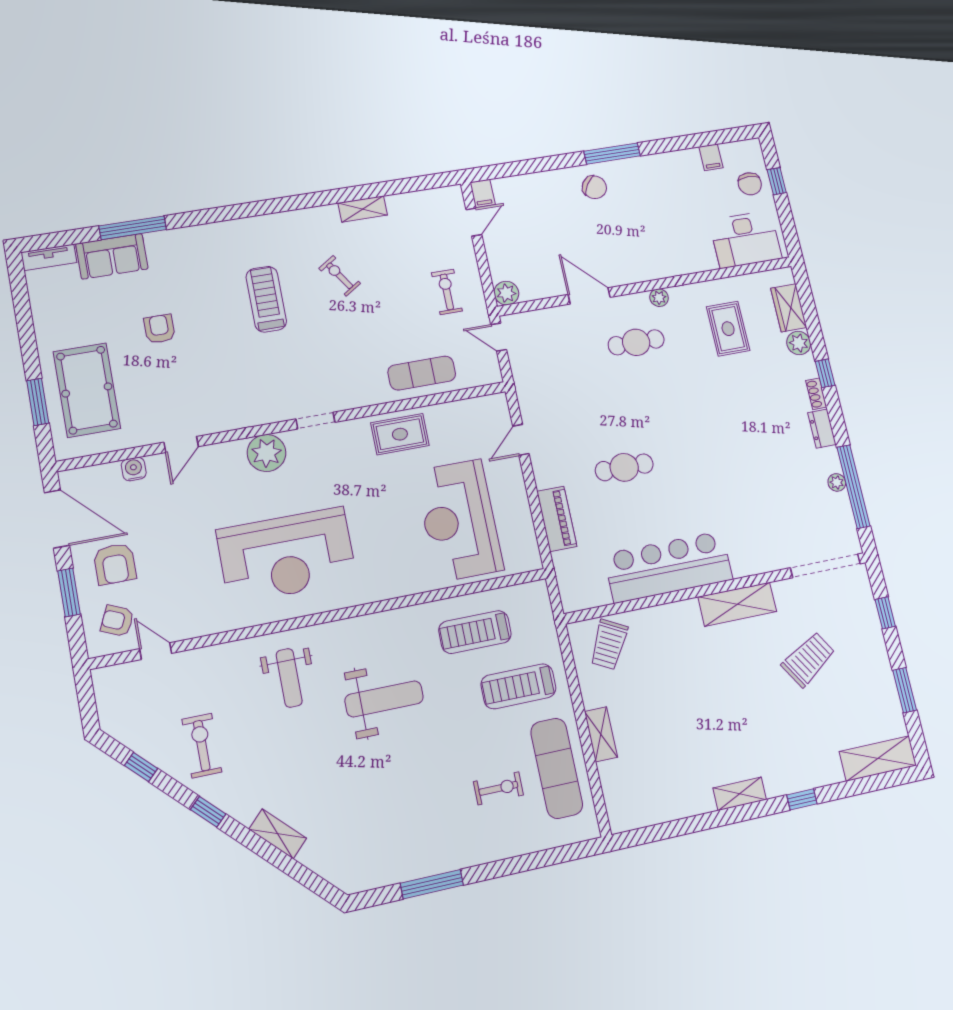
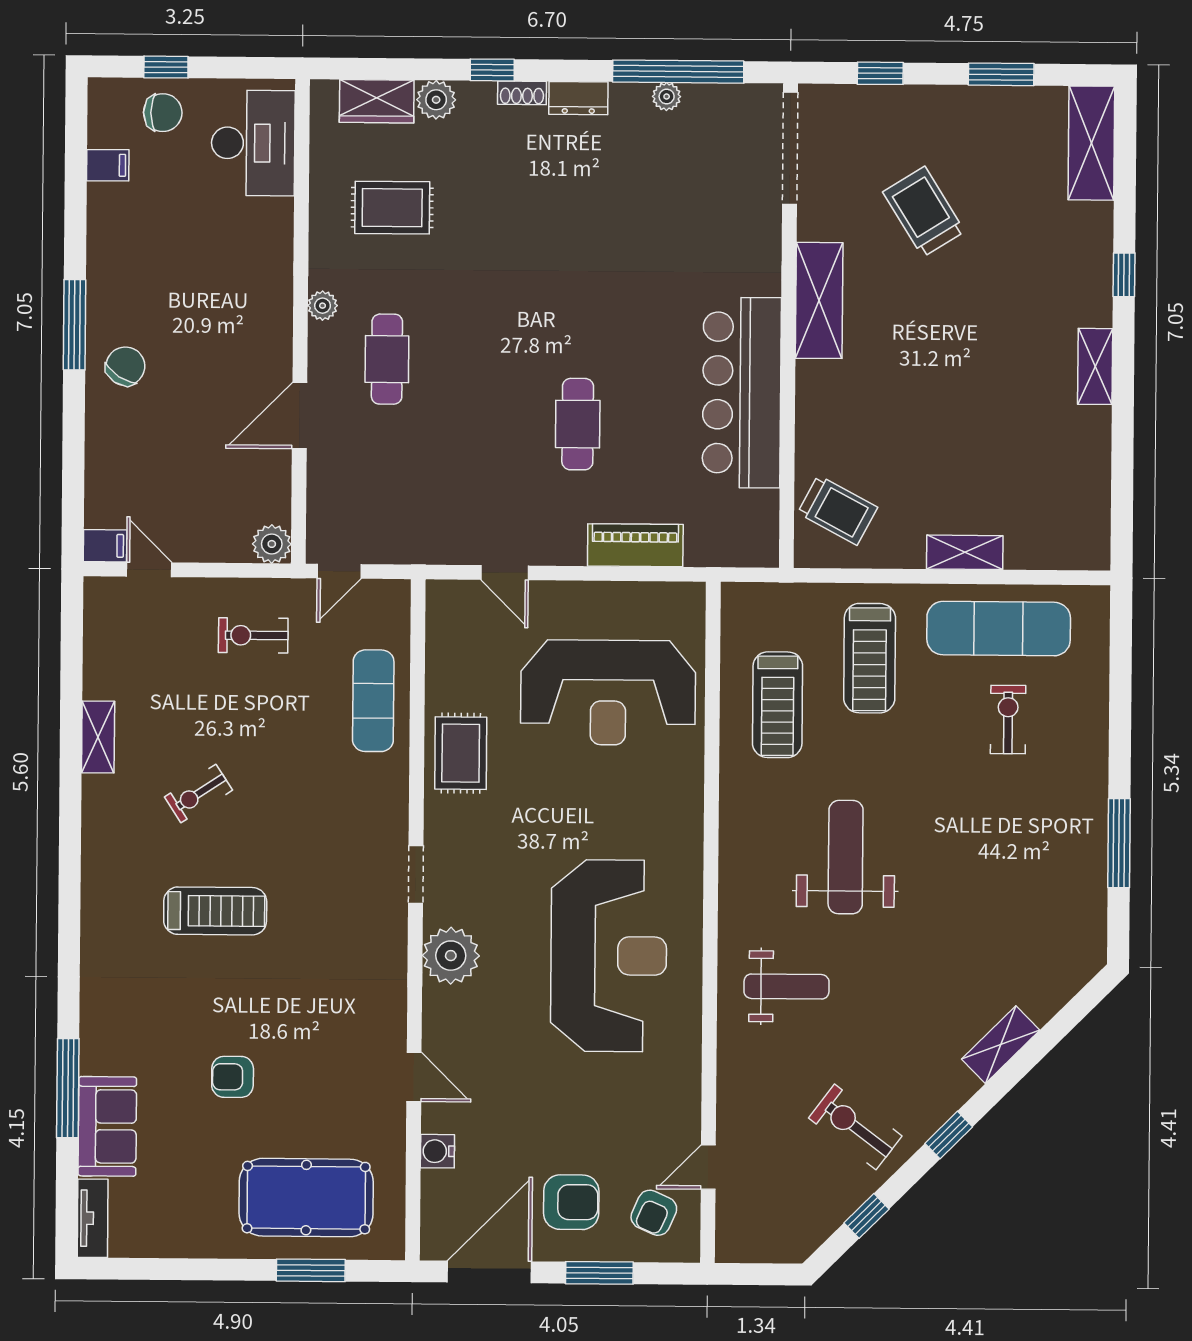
treadmill: (266, 299) -> (215, 911), turned 180
exercise bike: (202, 746) -> (855, 1127), turned 37

